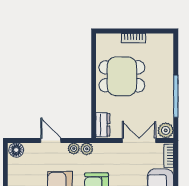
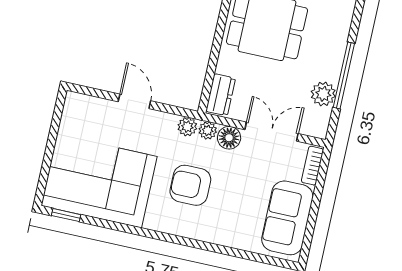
plant: (166, 130) -> (323, 94), moved
plant: (74, 148) -> (208, 130), moved
floor lamp: (16, 150) -> (229, 138), moved

